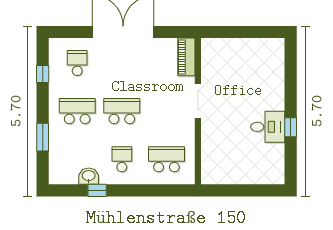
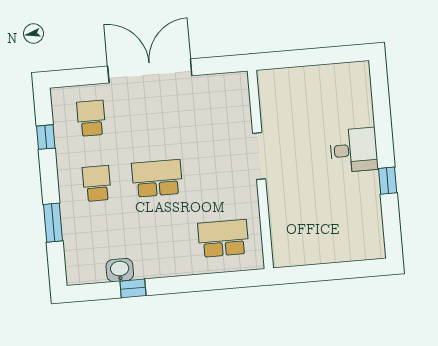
piano: (186, 57) -> (239, 97), removed
school desk: (77, 111) -> (97, 183), width x0.54
desk: (268, 127) -> (354, 150), moved
school desk: (122, 159) -> (163, 243), removed

